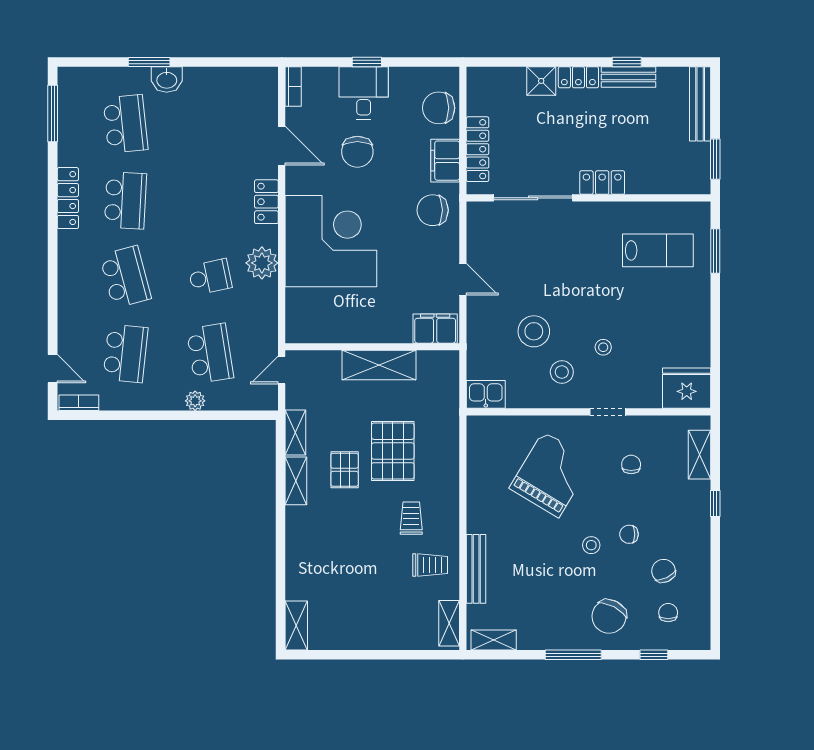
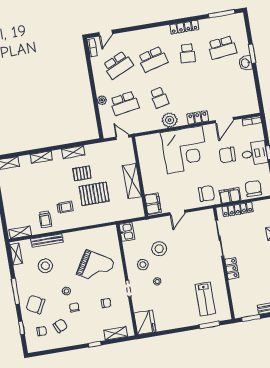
school desk: (125, 200) -> (188, 53), width x0.54
chair: (433, 210) -> (206, 194), turned 90
school desk: (125, 353) -> (118, 65), turned -30
shelving: (295, 432) -> (41, 157), moved
stool: (530, 581) -> (45, 266), added

